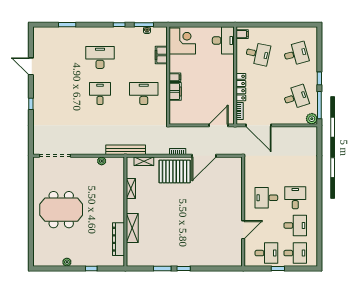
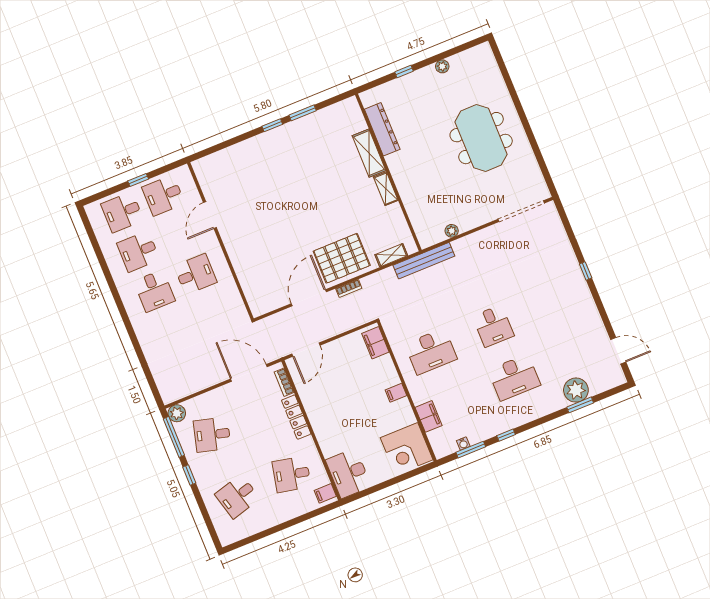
plant: (66, 35) -> (576, 390), added
door: (31, 66) -> (618, 351), moved
filing cabinet: (175, 91) -> (375, 343), moved
desk: (296, 97) -> (212, 435), turned 33
shelving: (131, 188) -> (386, 189), moved
meeting table: (61, 210) -> (481, 138), turned 90

